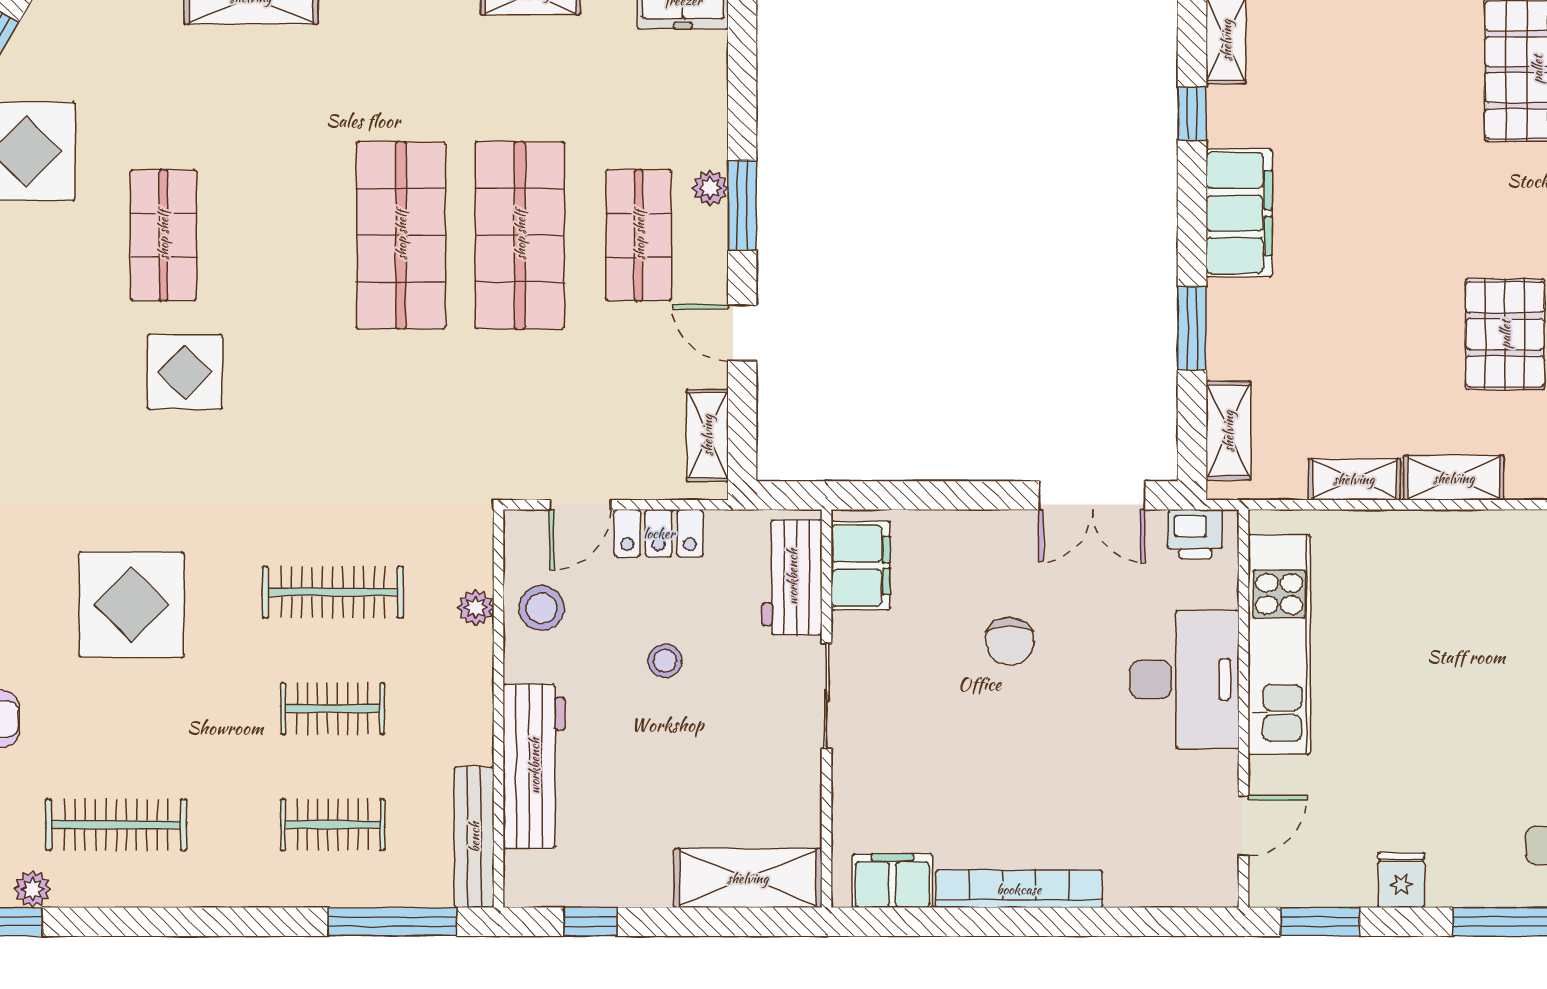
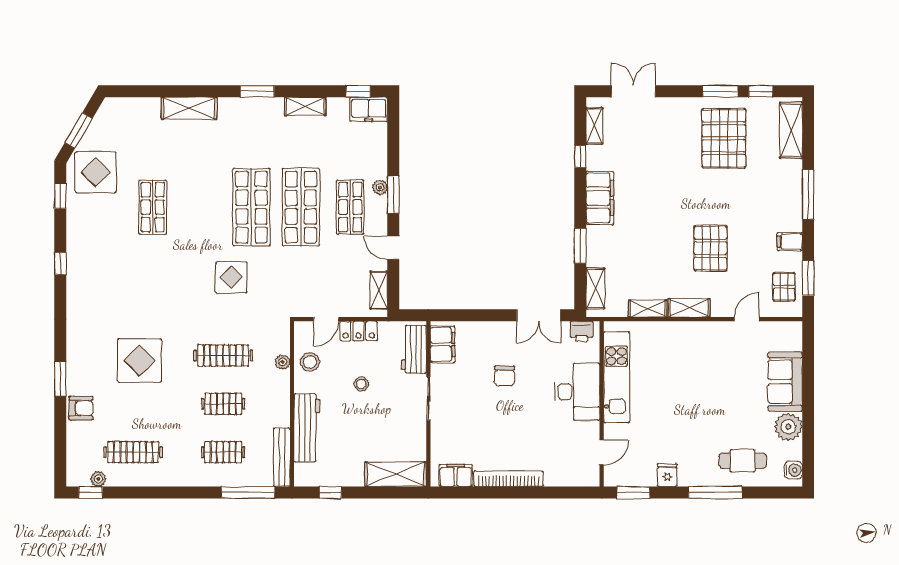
display table: (185, 372) -> (231, 277), moved

